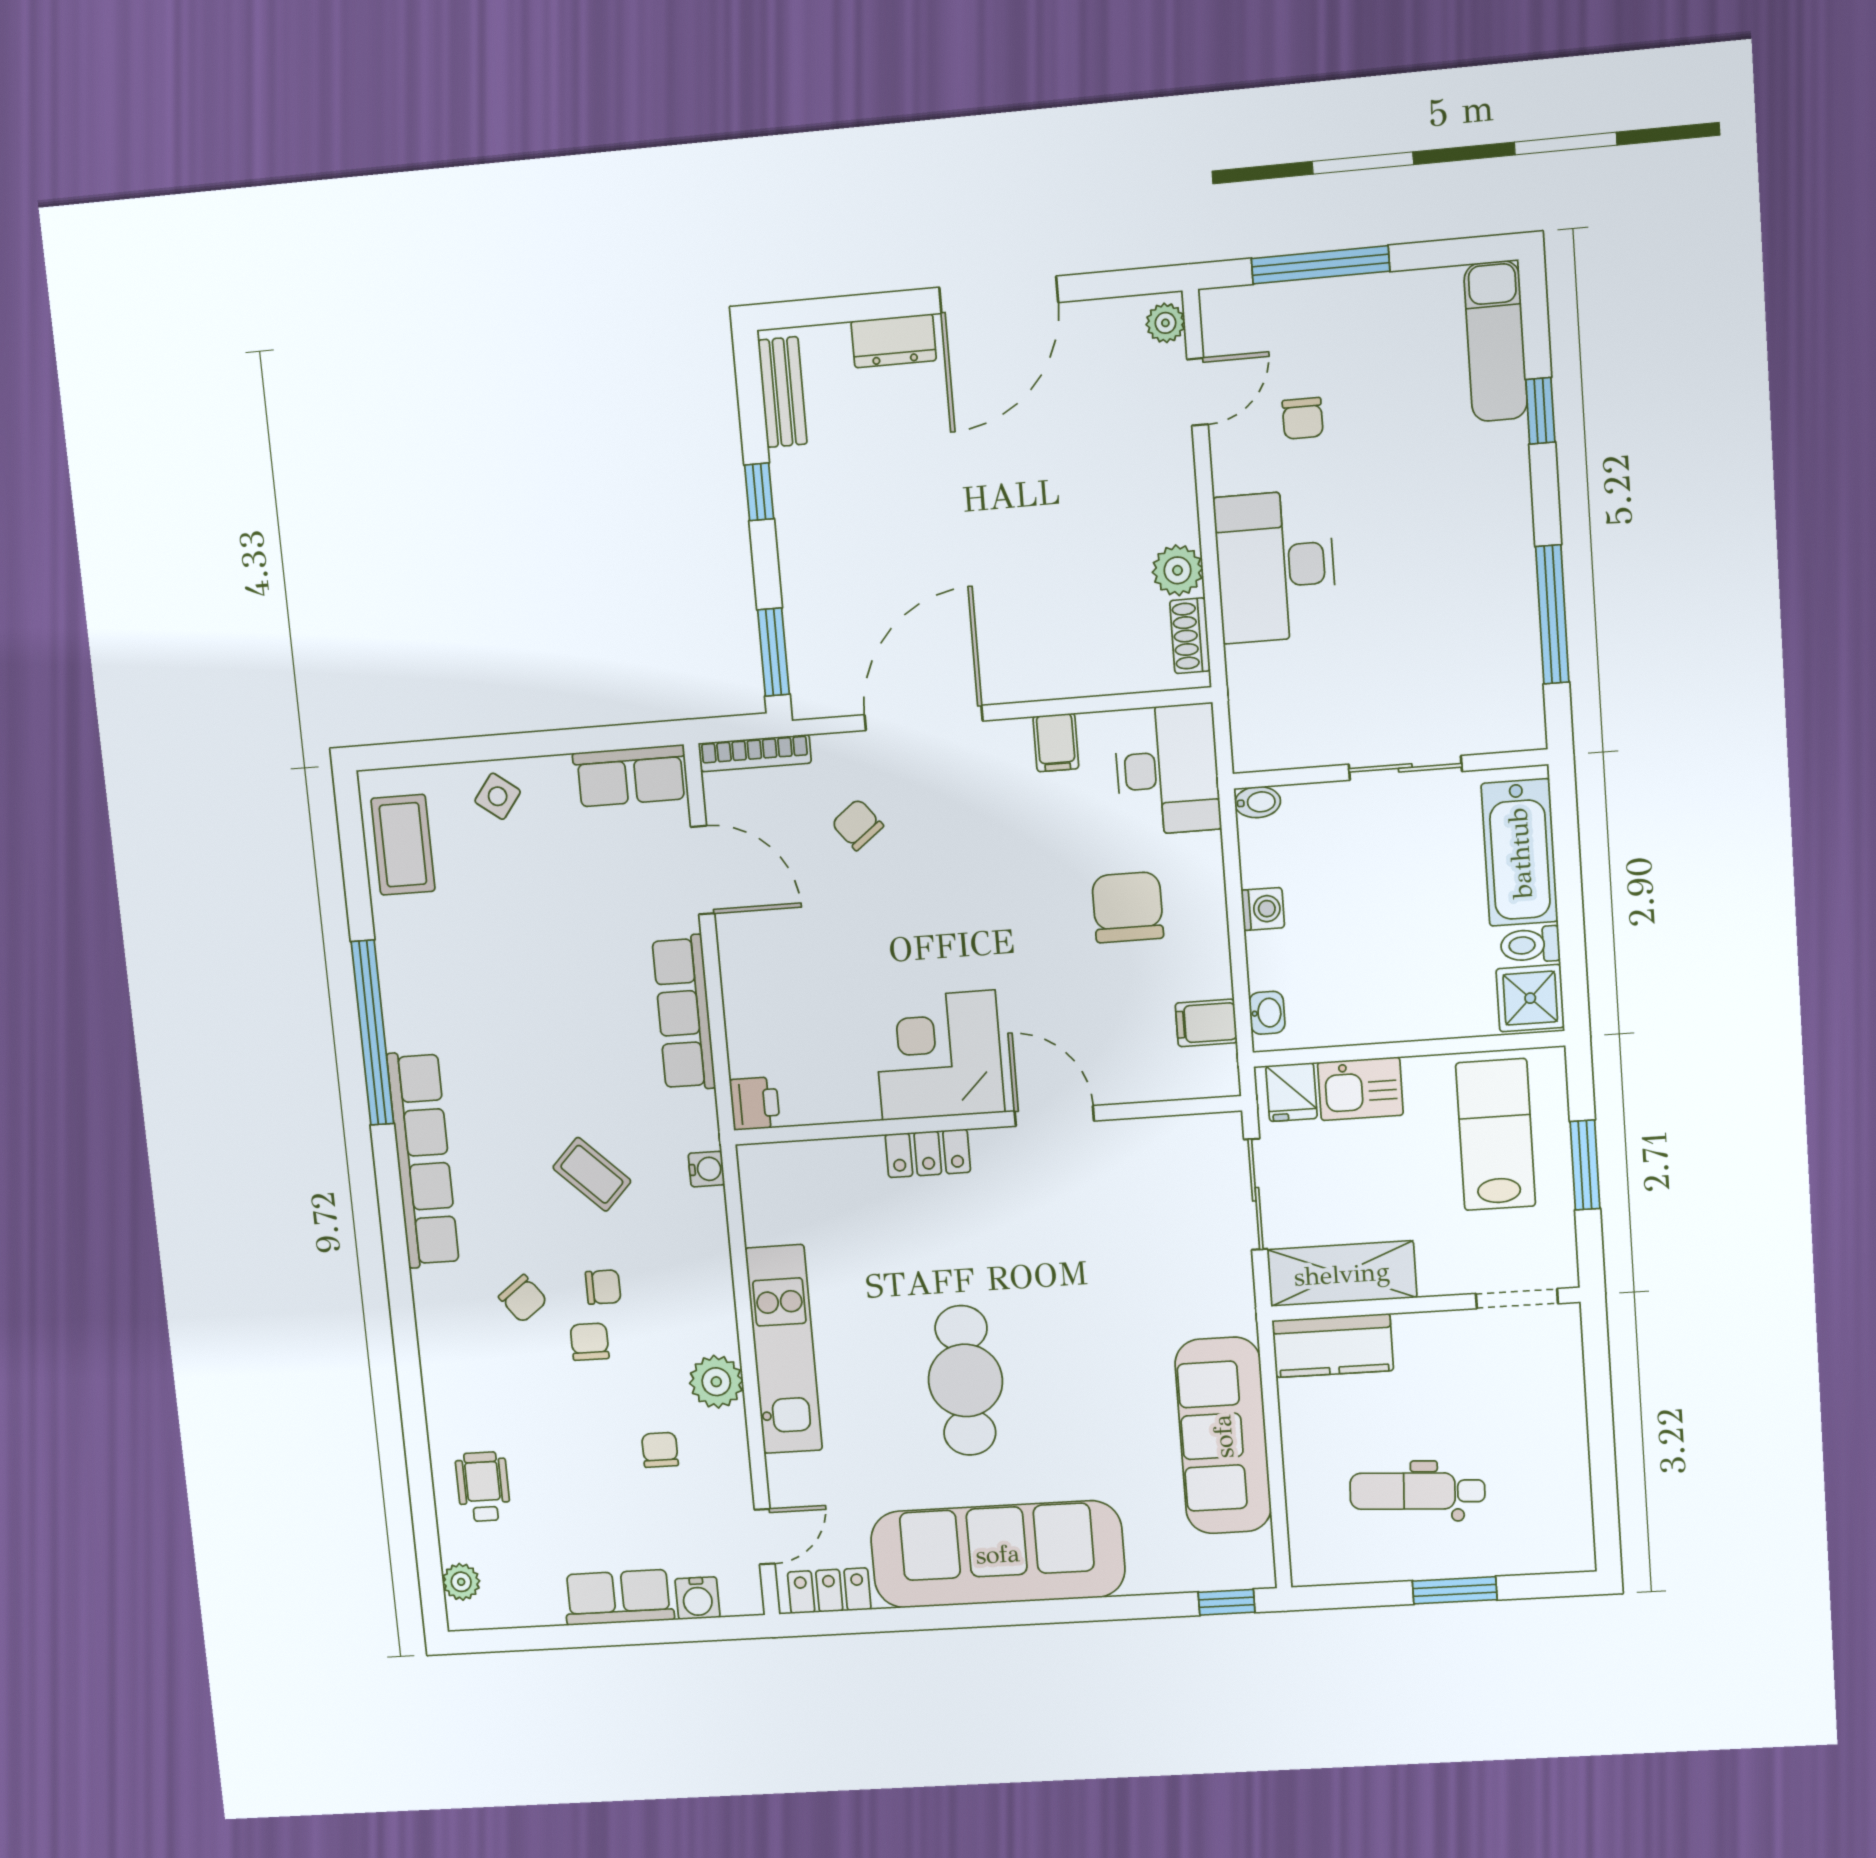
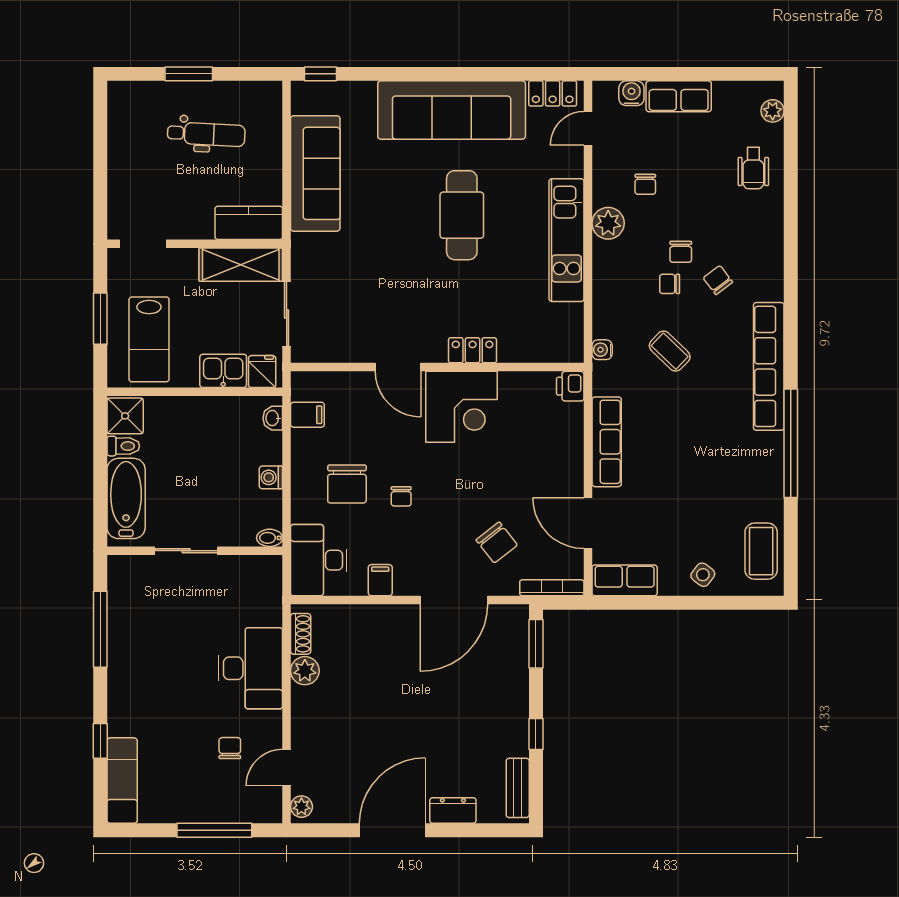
chair: (857, 825) -> (497, 543), width x1.37, depth x1.37
chair: (1031, 892) -> (401, 496), added

